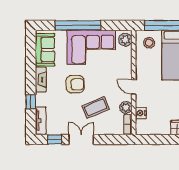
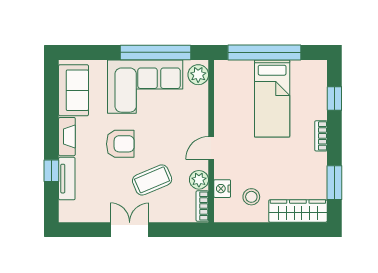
window: (78, 25) -> (156, 52), moved
stool: (149, 43) -> (251, 197), moved
door: (134, 87) -> (211, 148), hinge flipped
tv unit: (41, 121) -> (67, 179), moved
window: (55, 139) -> (88, 230), removed

